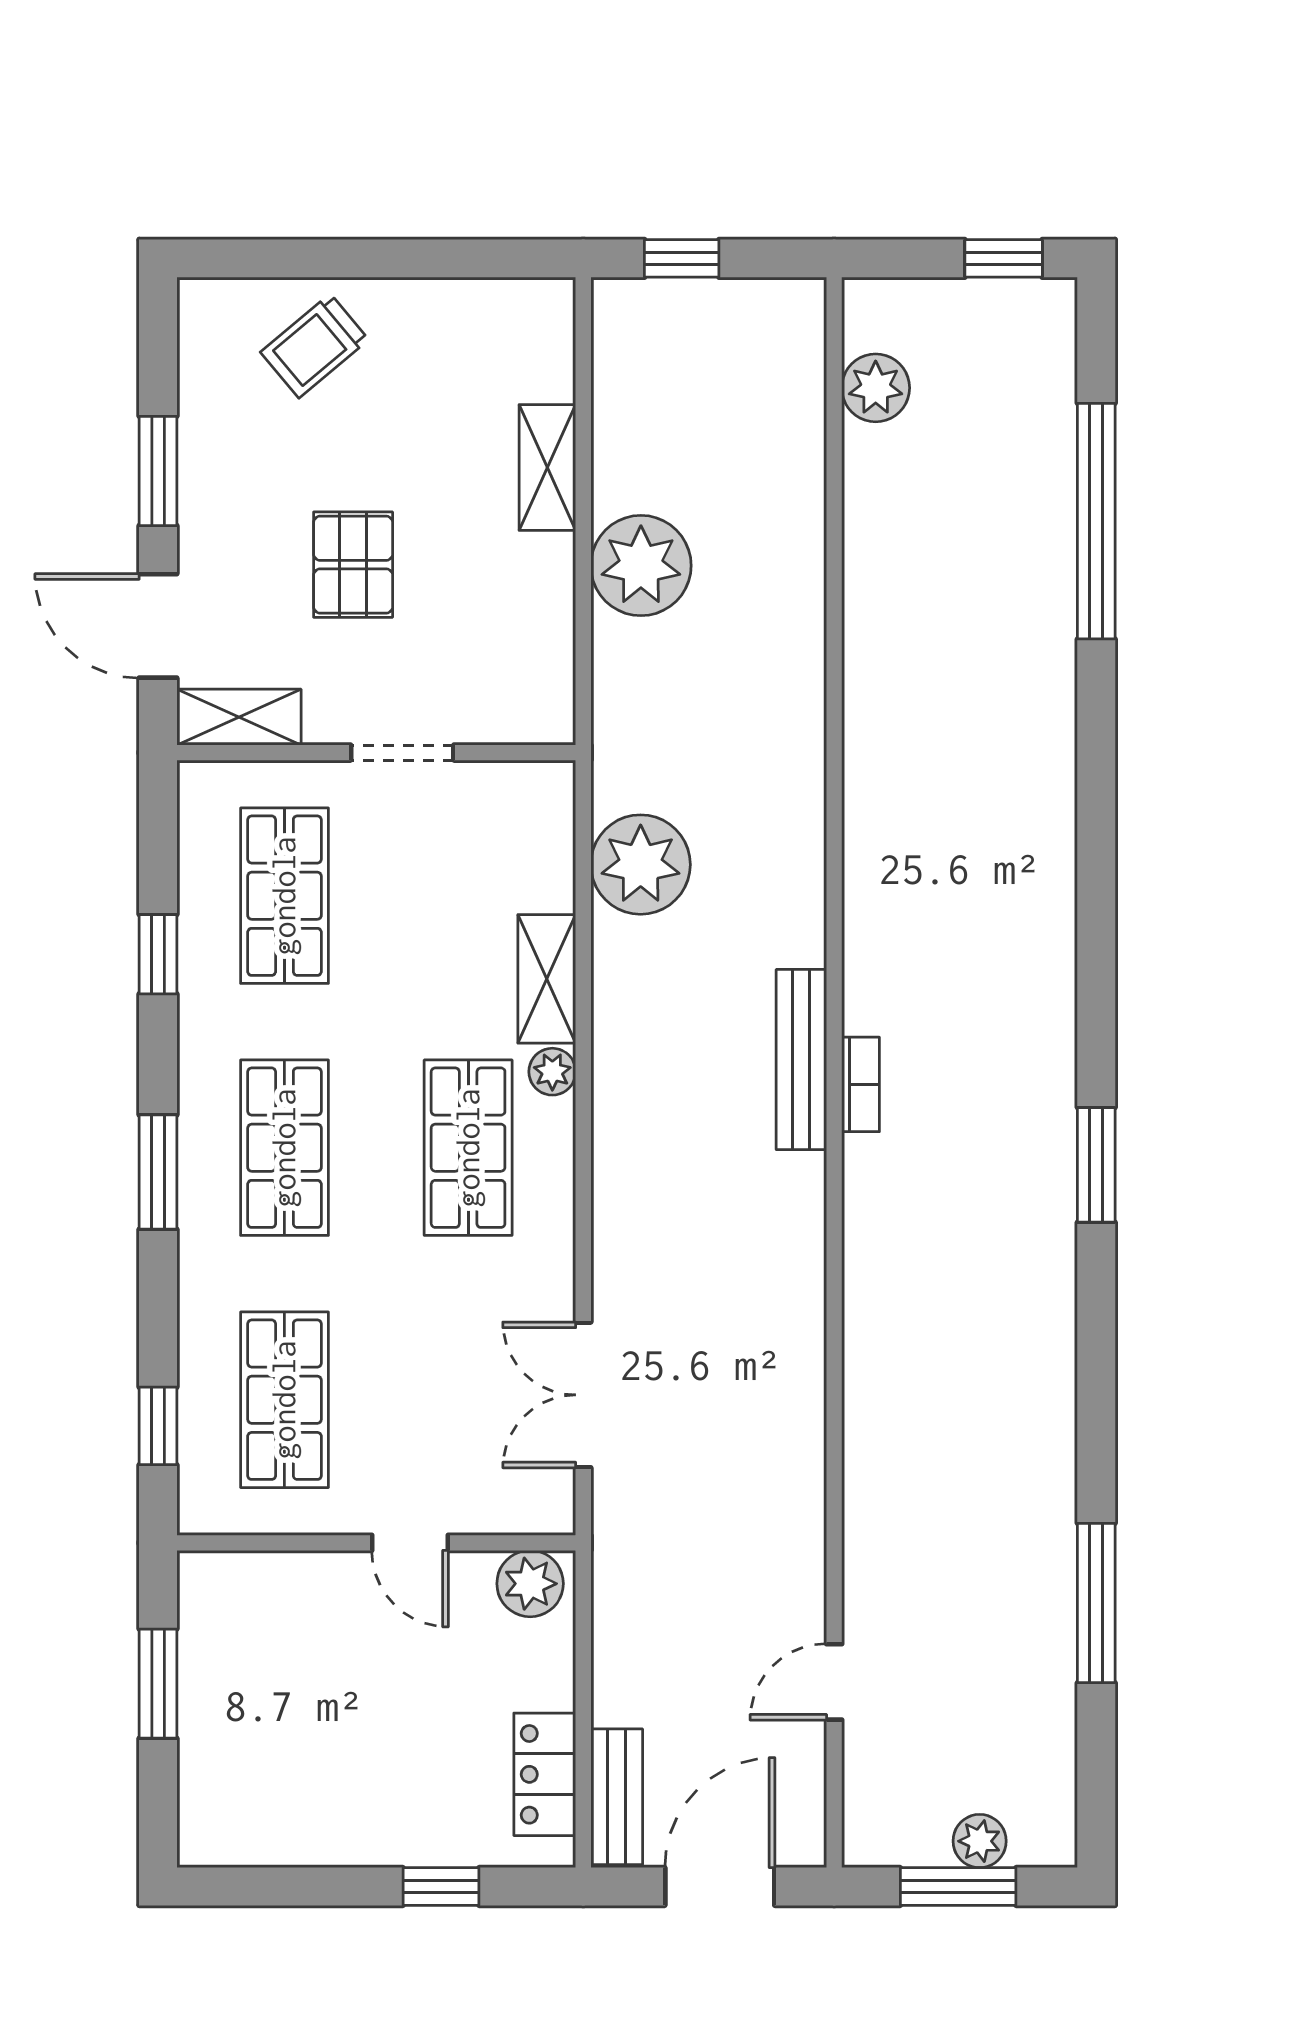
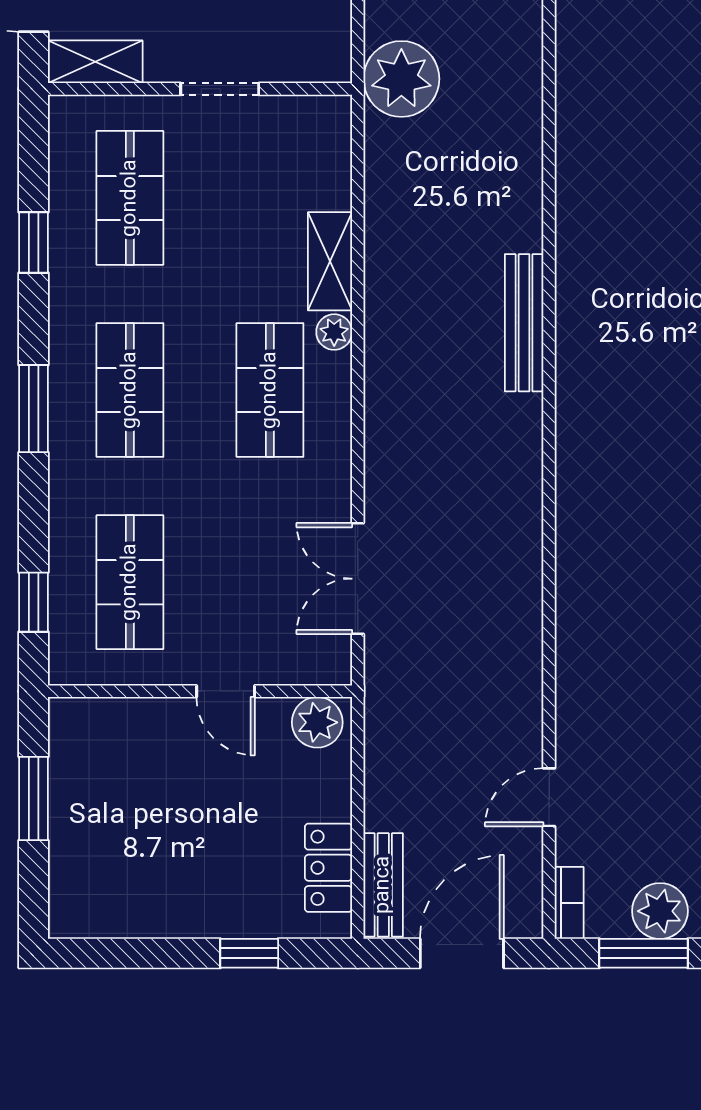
plant: (641, 865) -> (401, 79), moved
bookcase: (861, 1084) -> (569, 903), moved
plant: (980, 1841) -> (660, 911), width x1.38, depth x1.38

